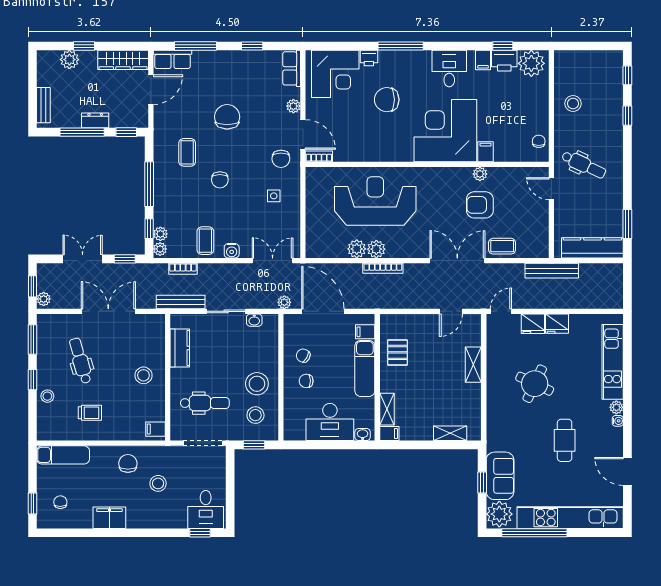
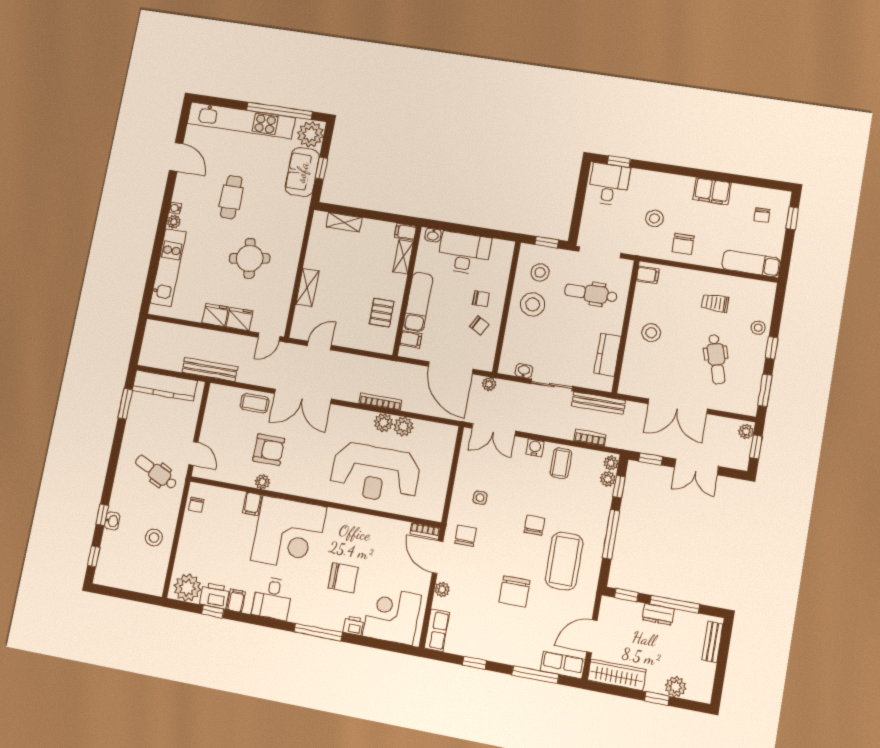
washbasin: (617, 112) -> (112, 521), added
coffee table: (187, 152) -> (564, 561), width x1.86, depth x1.72
round table: (535, 384) -> (250, 258), turned -34

